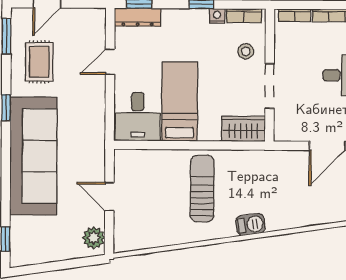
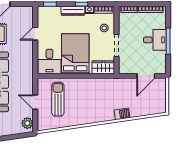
dresser: (138, 17) -> (73, 11), moved
bed: (180, 102) -> (75, 54), width x1.50
sun lounger: (202, 188) -> (58, 99), moved
barbecue: (250, 225) -> (122, 114), moved

